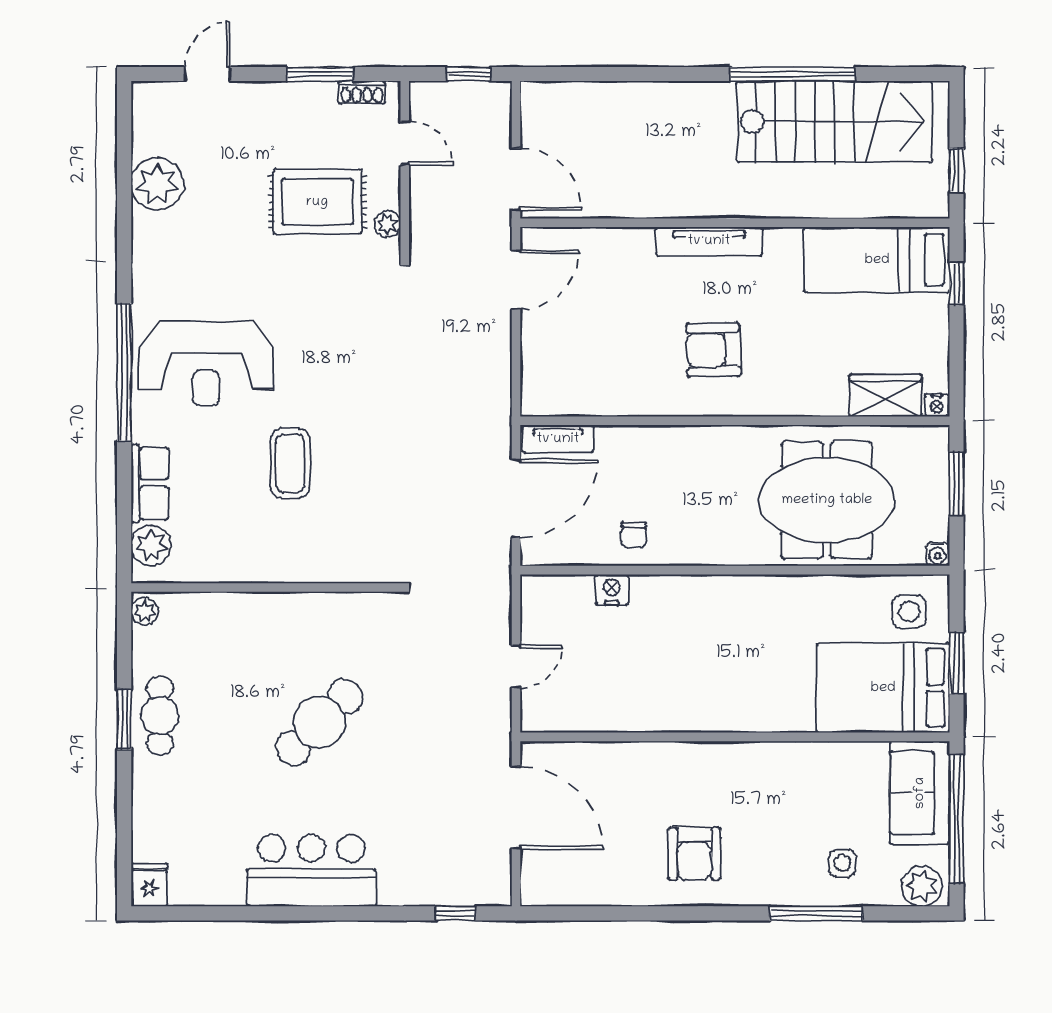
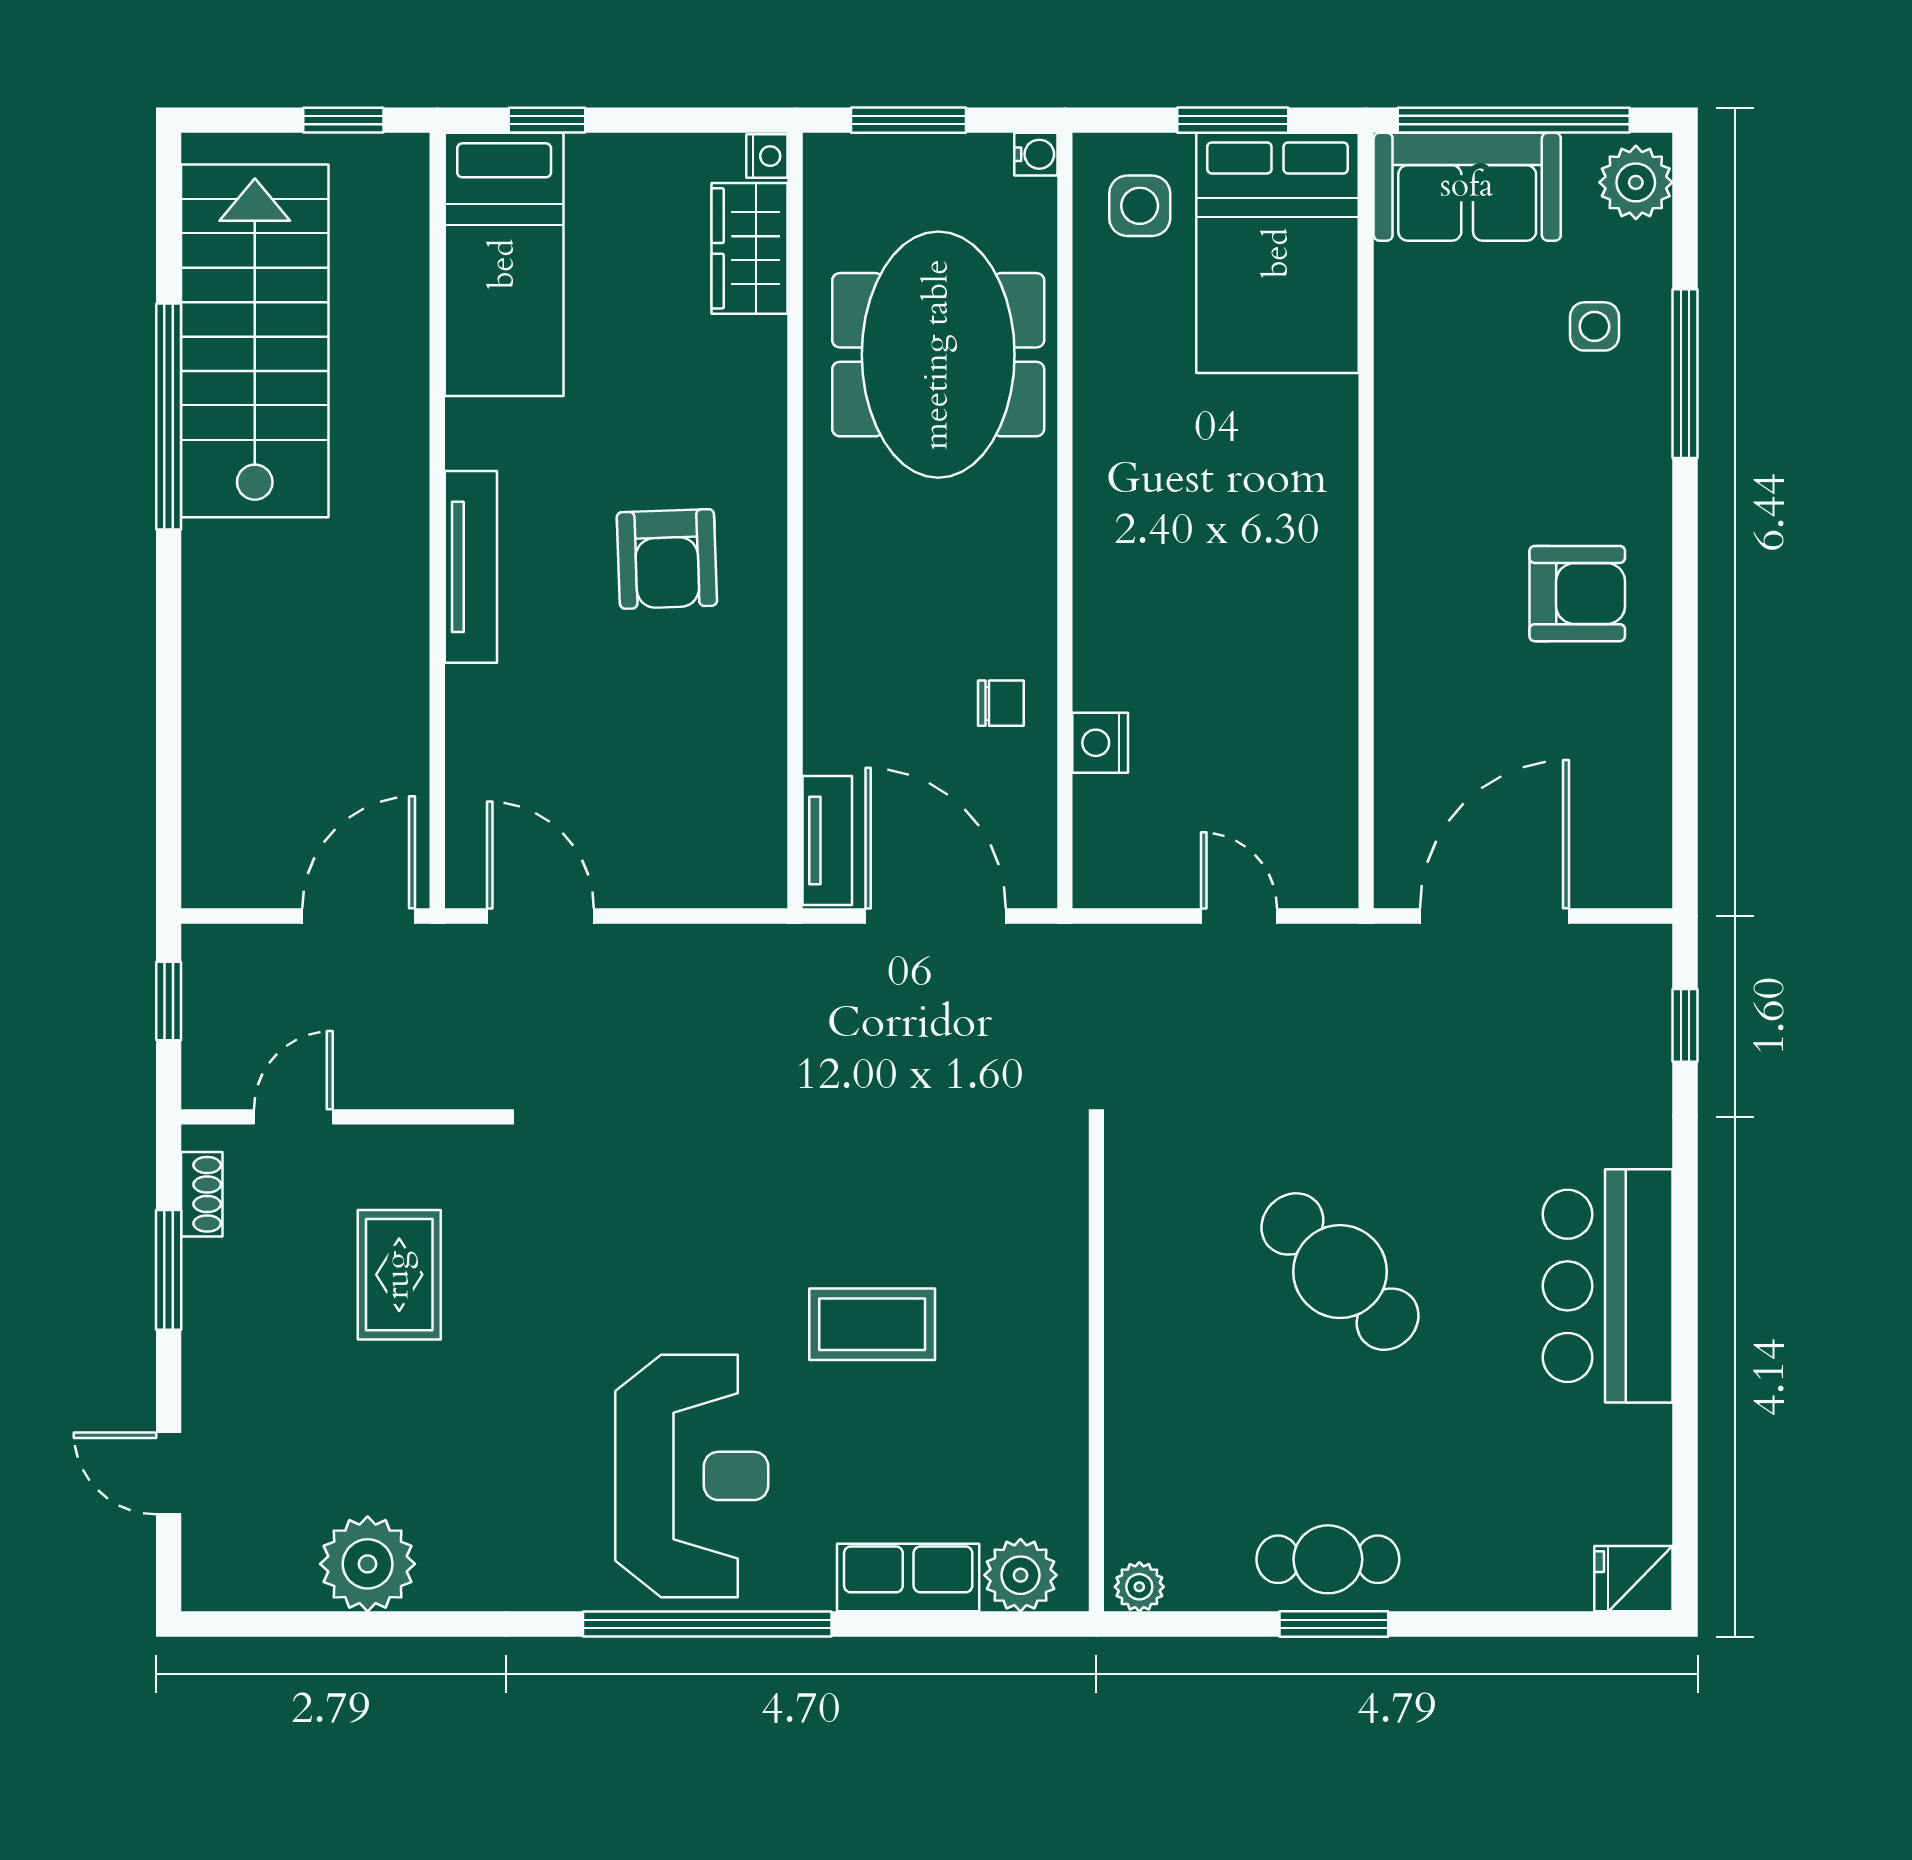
rug: (317, 202) -> (399, 1275), width x0.73, depth x0.70
plant: (388, 224) -> (439, 1148), removed

